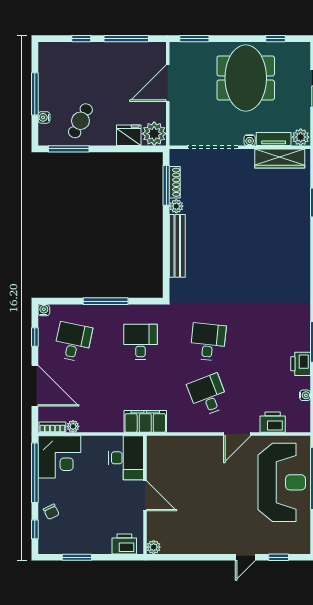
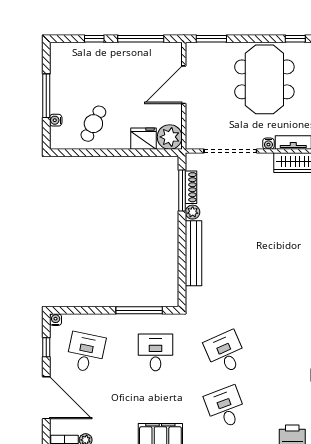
window: (69, 149) -> (81, 153), removed
window: (106, 301) -> (139, 310), moved
desk: (208, 342) -> (225, 352), turned -30

